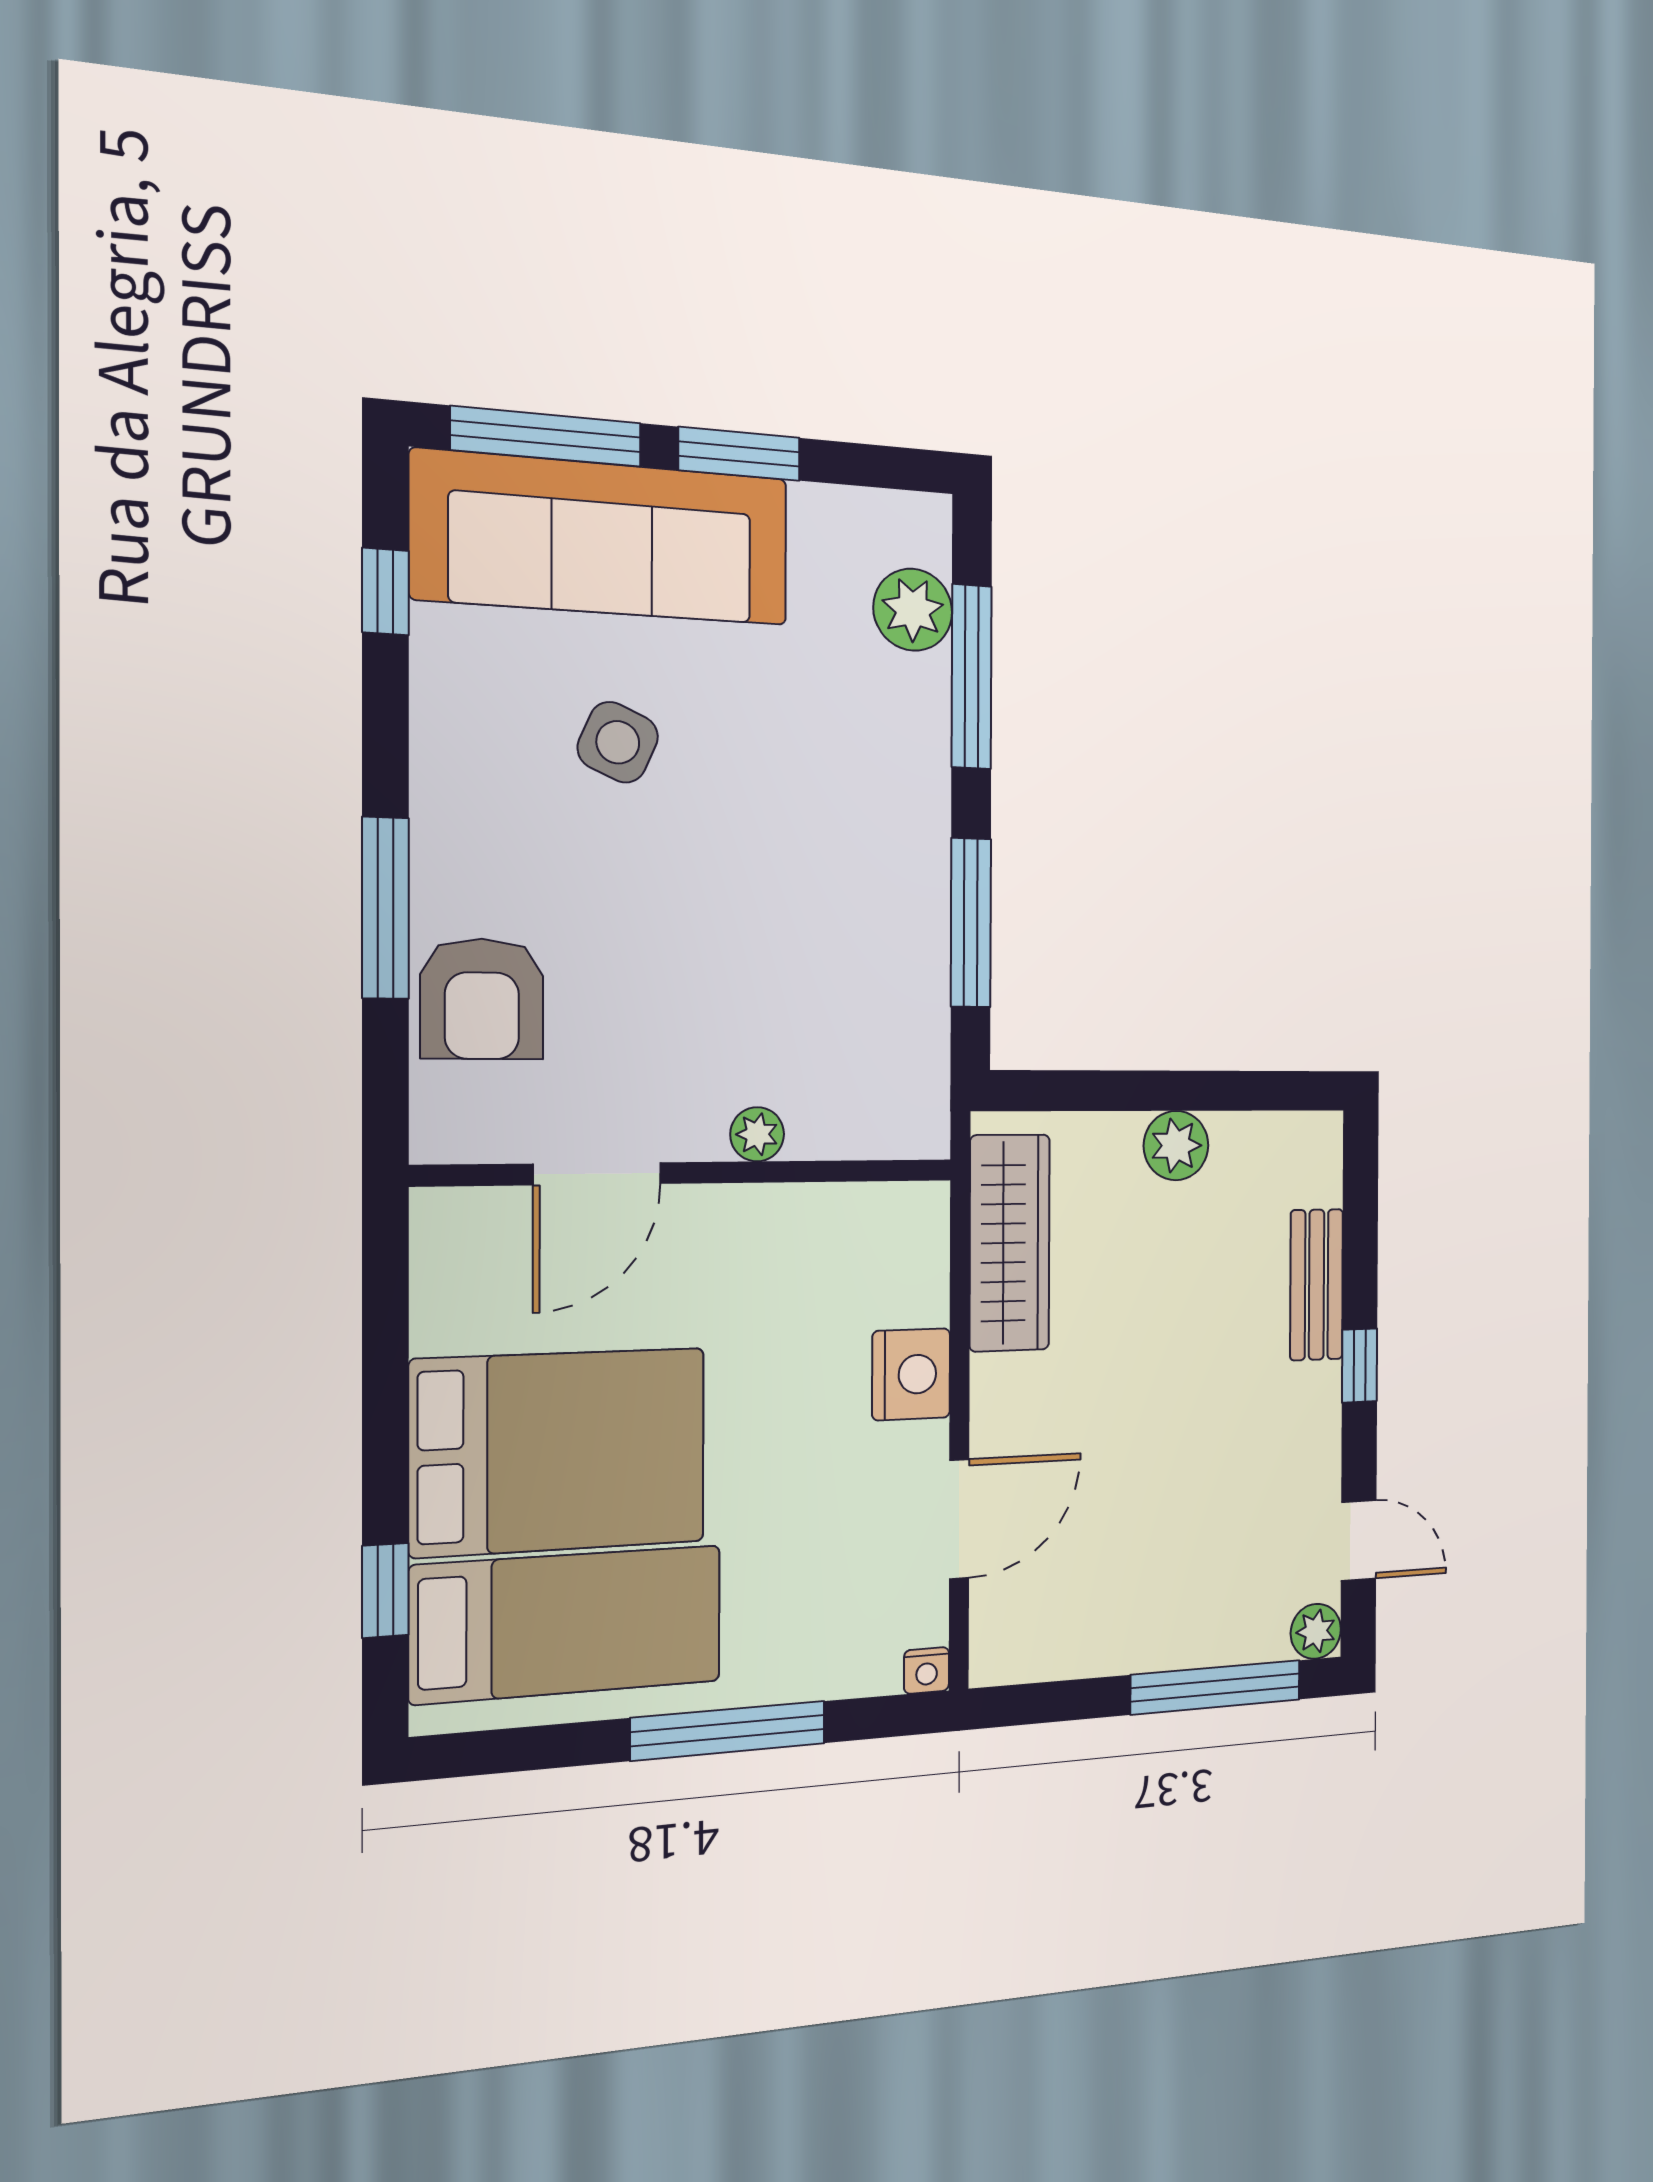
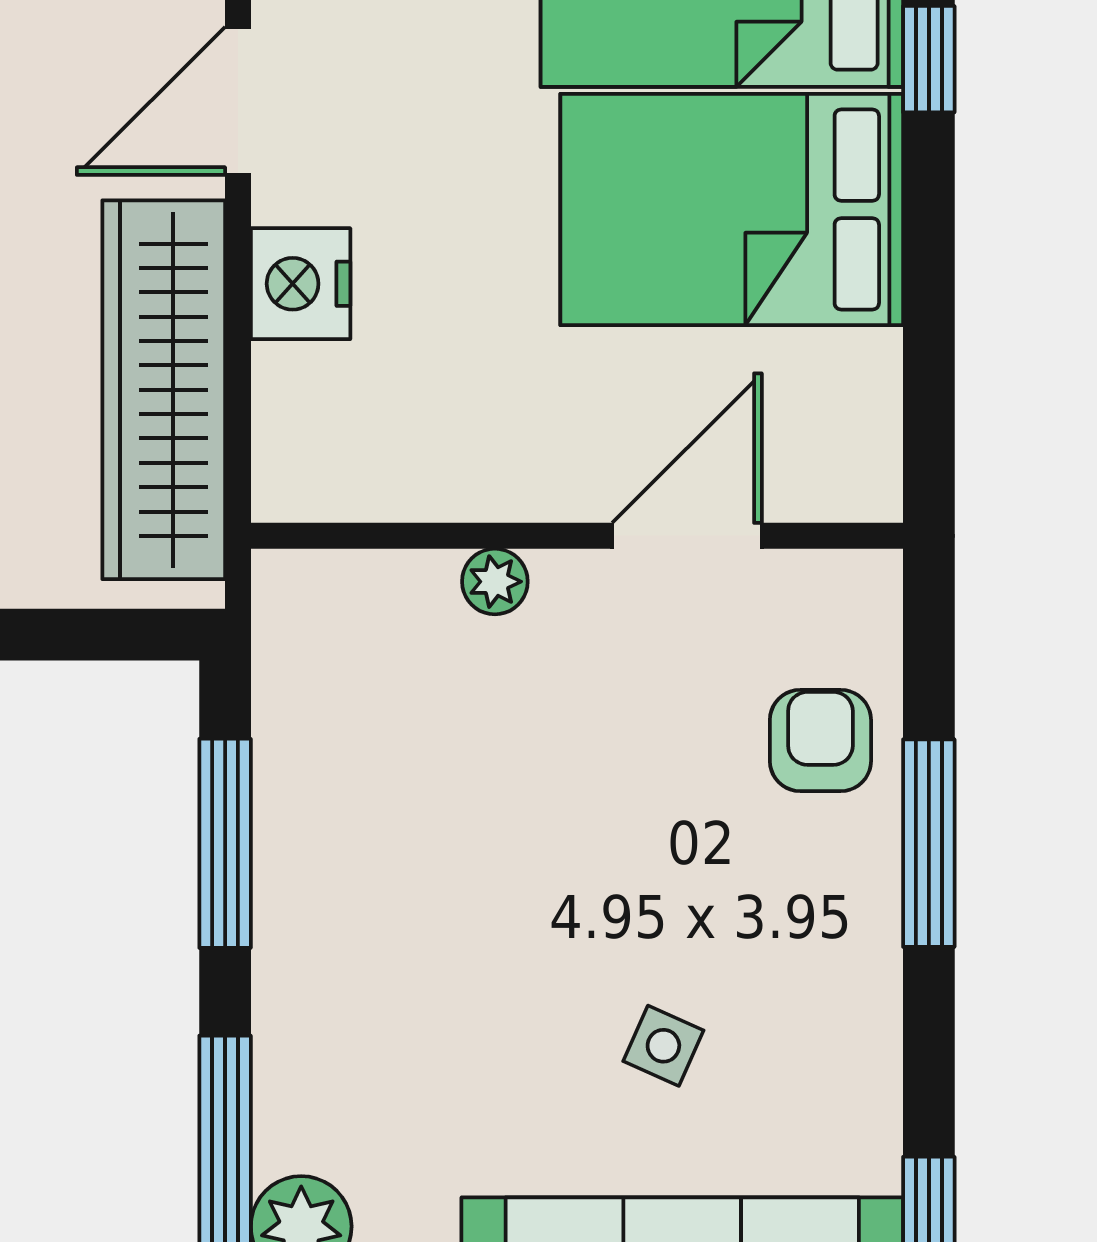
side table: (618, 742) -> (663, 1046), width x0.73, depth x0.73
armchair: (482, 999) -> (820, 741), width x0.72, depth x0.72
wardrobe: (1010, 1243) -> (164, 390), width x1.40, depth x1.17

